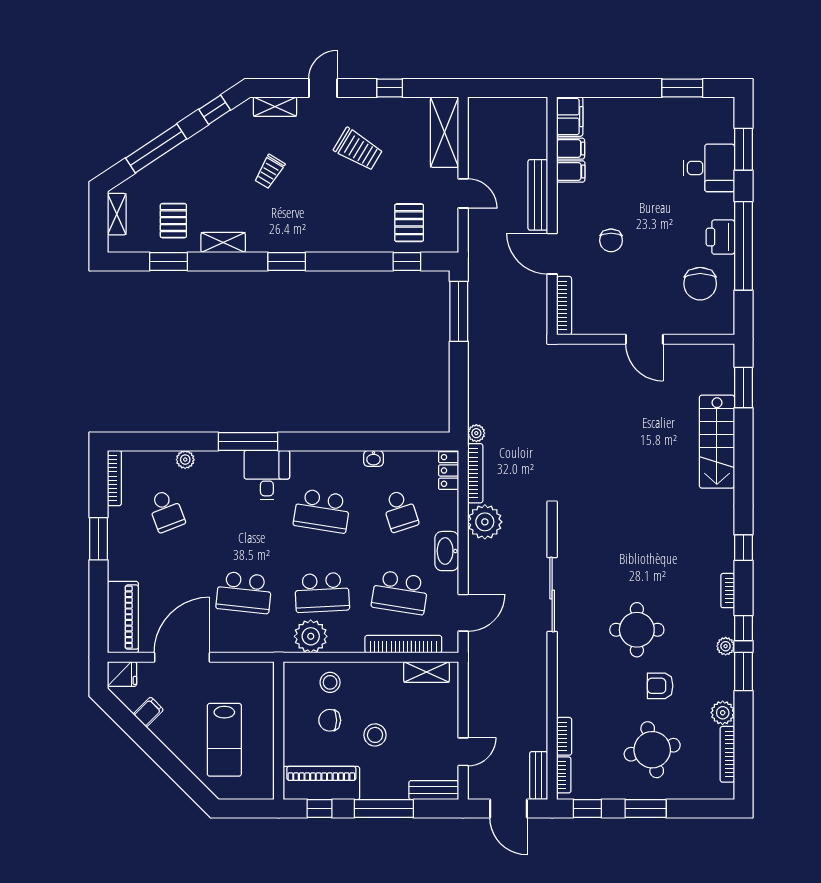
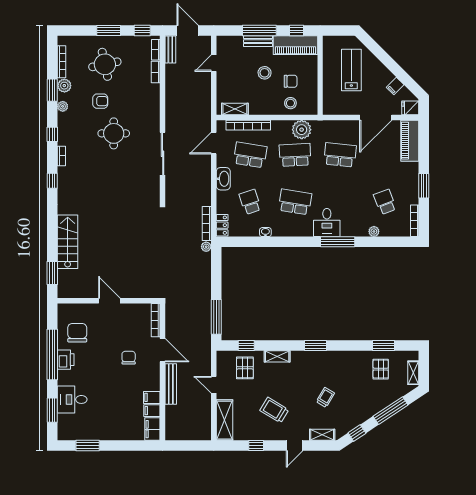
shelving: (223, 242) -> (277, 356), moved
plant: (485, 522) -> (201, 196), removed
plant: (726, 646) -> (63, 106), moved
window: (743, 672) -> (52, 90), moved
bench: (434, 790) -> (258, 41), moved

